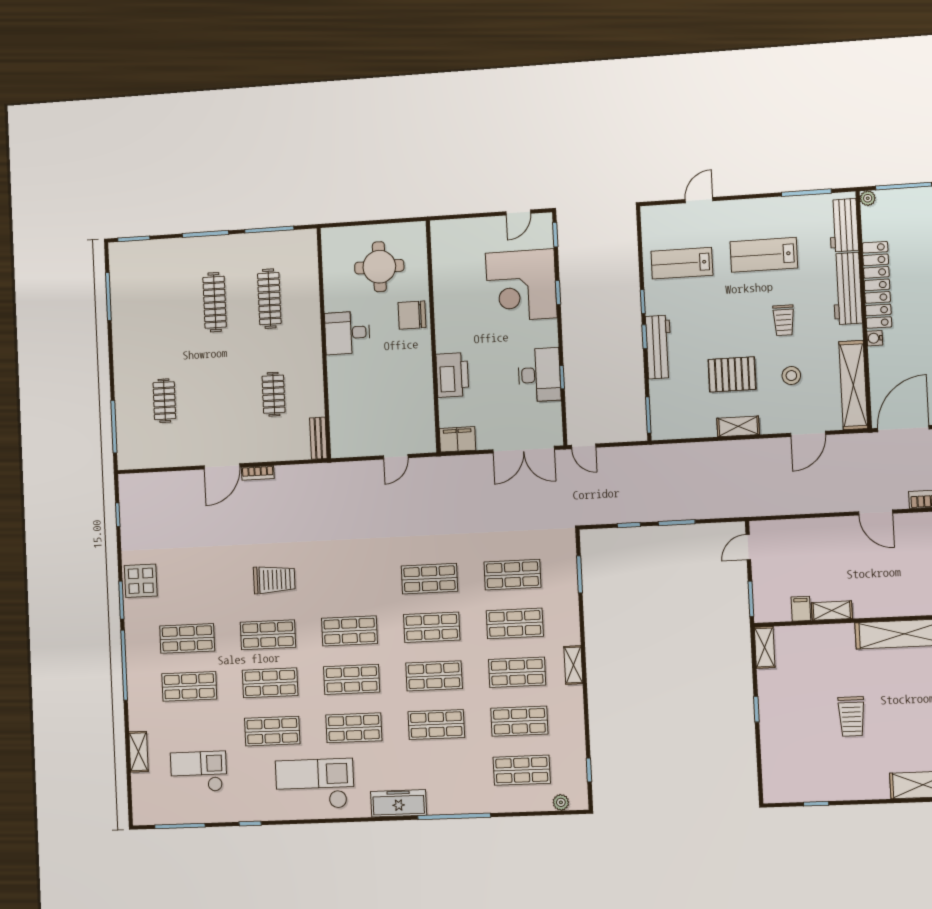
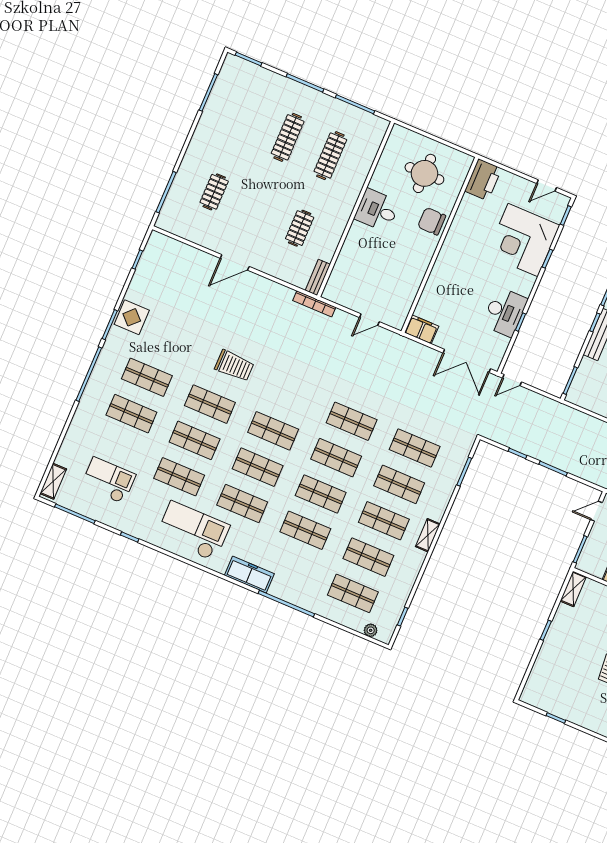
printer: (452, 375) -> (483, 180), moved
door: (584, 446) -> (512, 380), hinge flipped
bookcase: (258, 473) -> (314, 304), moved, width x1.56
shelving: (138, 752) -> (53, 481), moved

